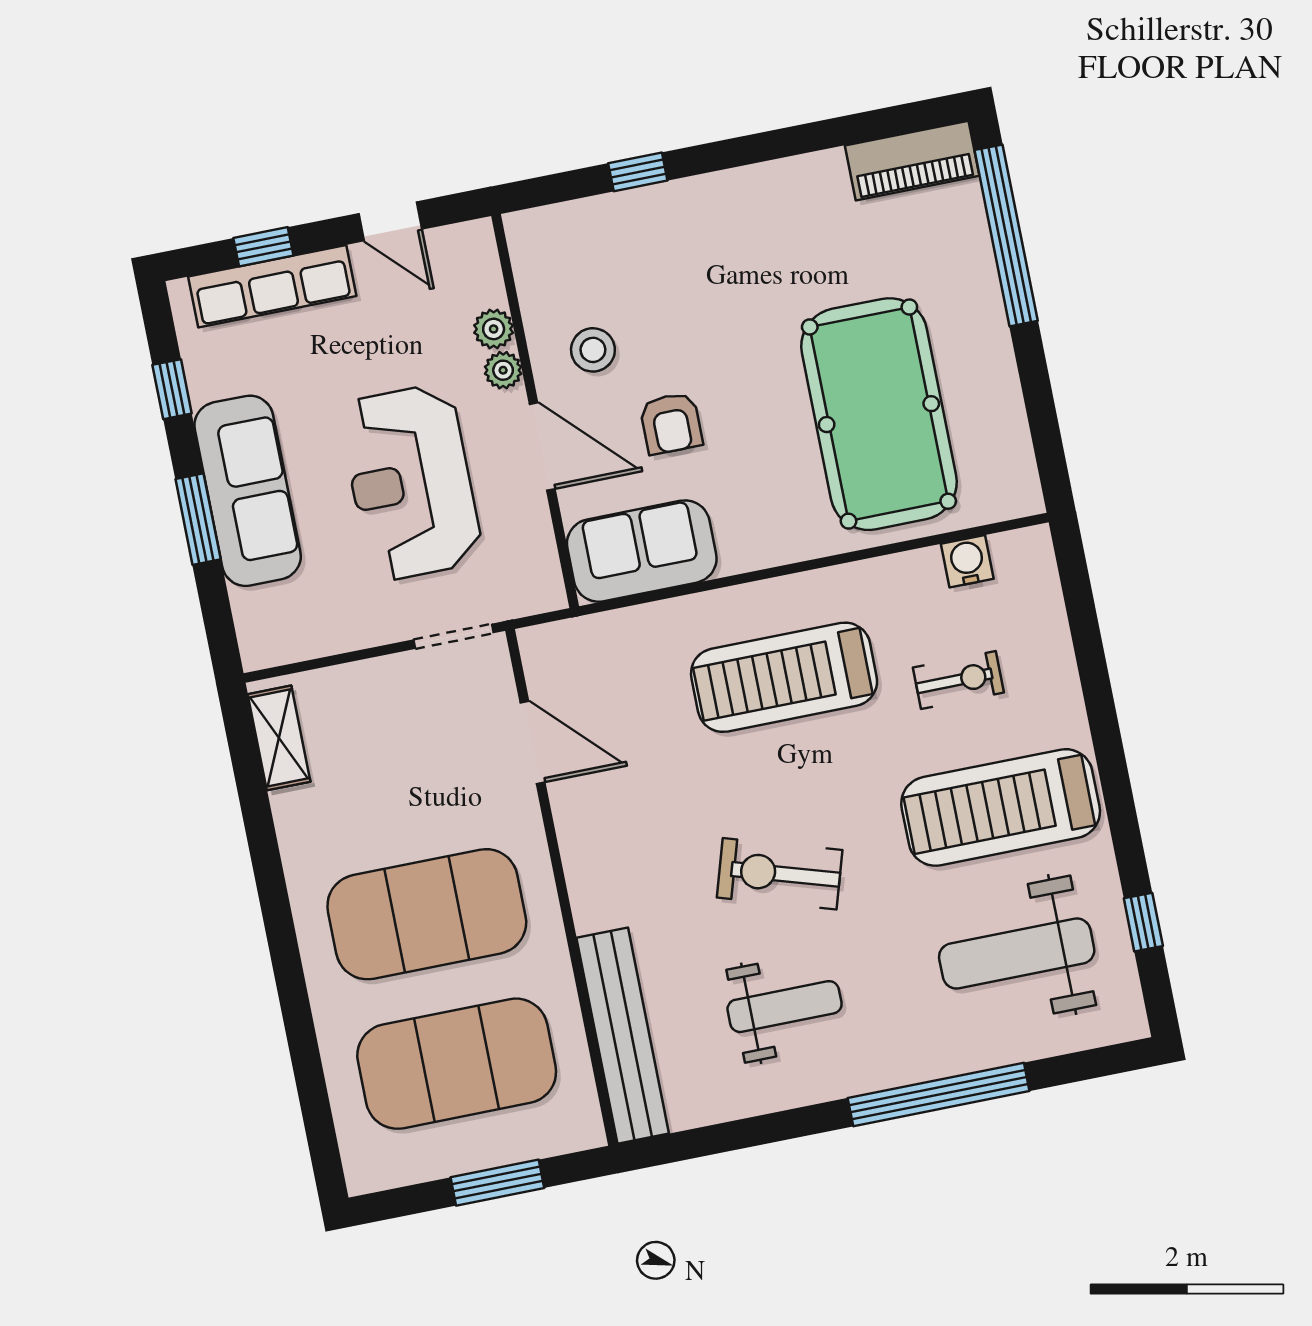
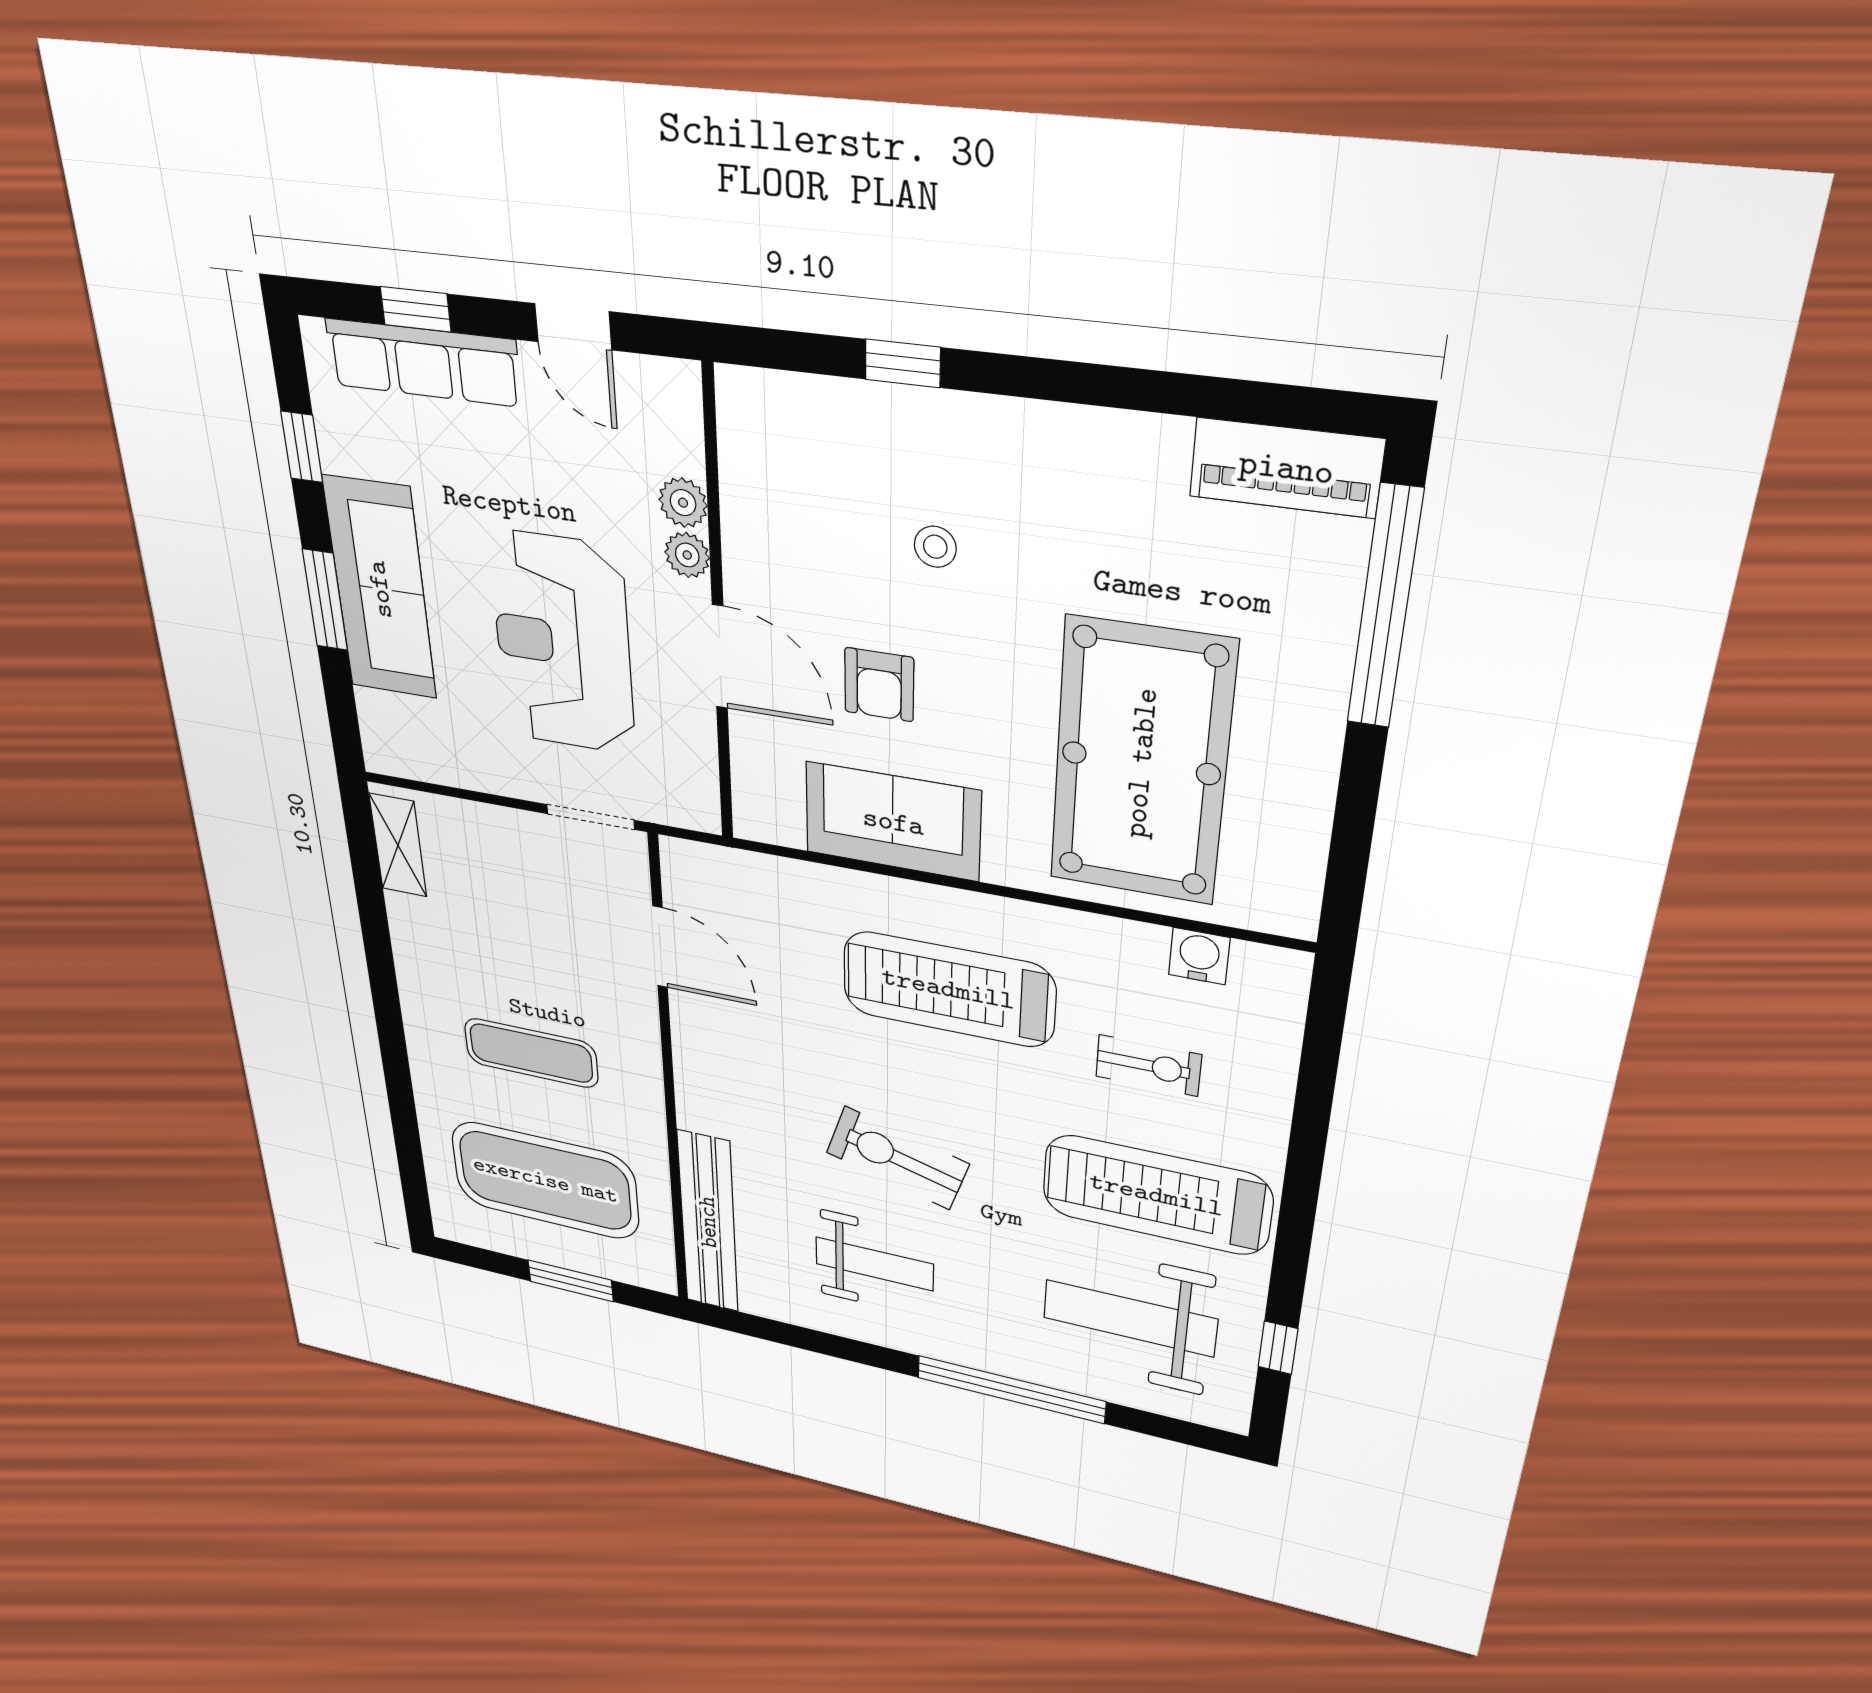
stool: (593, 350) -> (935, 547), moved, width x0.73, depth x0.73
sofa: (642, 551) -> (893, 822), moved
exercise mat: (427, 914) -> (531, 1053), width x0.50, depth x0.69

